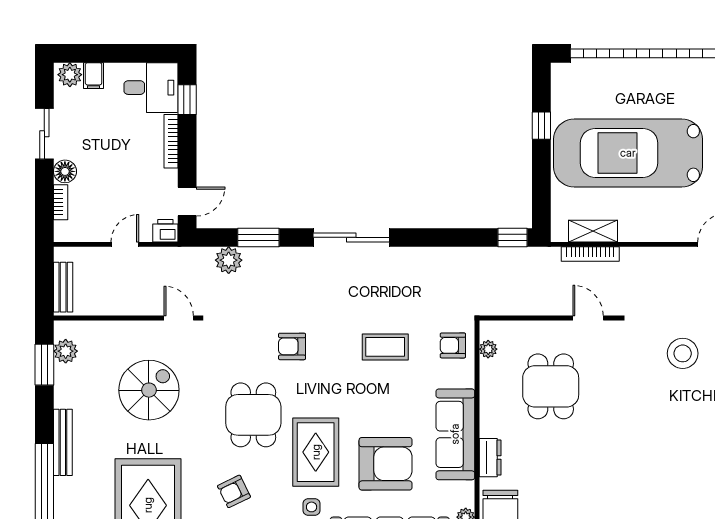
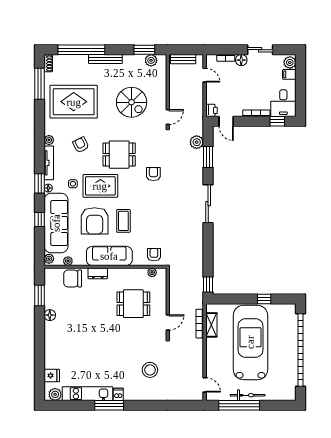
door: (125, 244) -> (205, 75), moved
coffee table: (385, 347) -> (123, 221), moved

